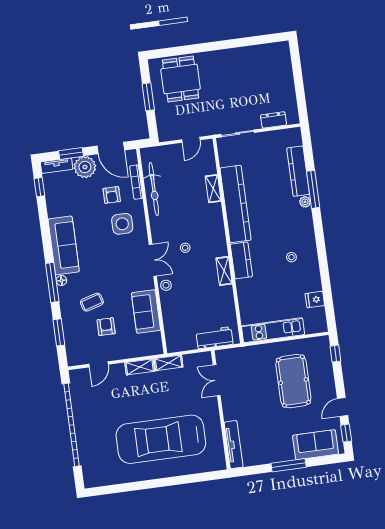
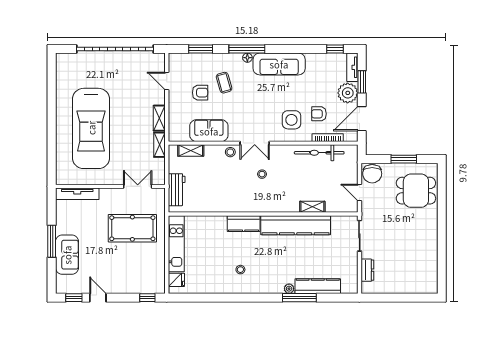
chair: (169, 129) -> (372, 174), added
shelving: (224, 271) -> (191, 151), moved
fridge: (315, 300) -> (176, 280), moved, turned 90
pool table: (293, 381) -> (132, 228), moved
car: (161, 439) -> (91, 128), turned 180
sofa: (316, 445) -> (67, 255), moved

